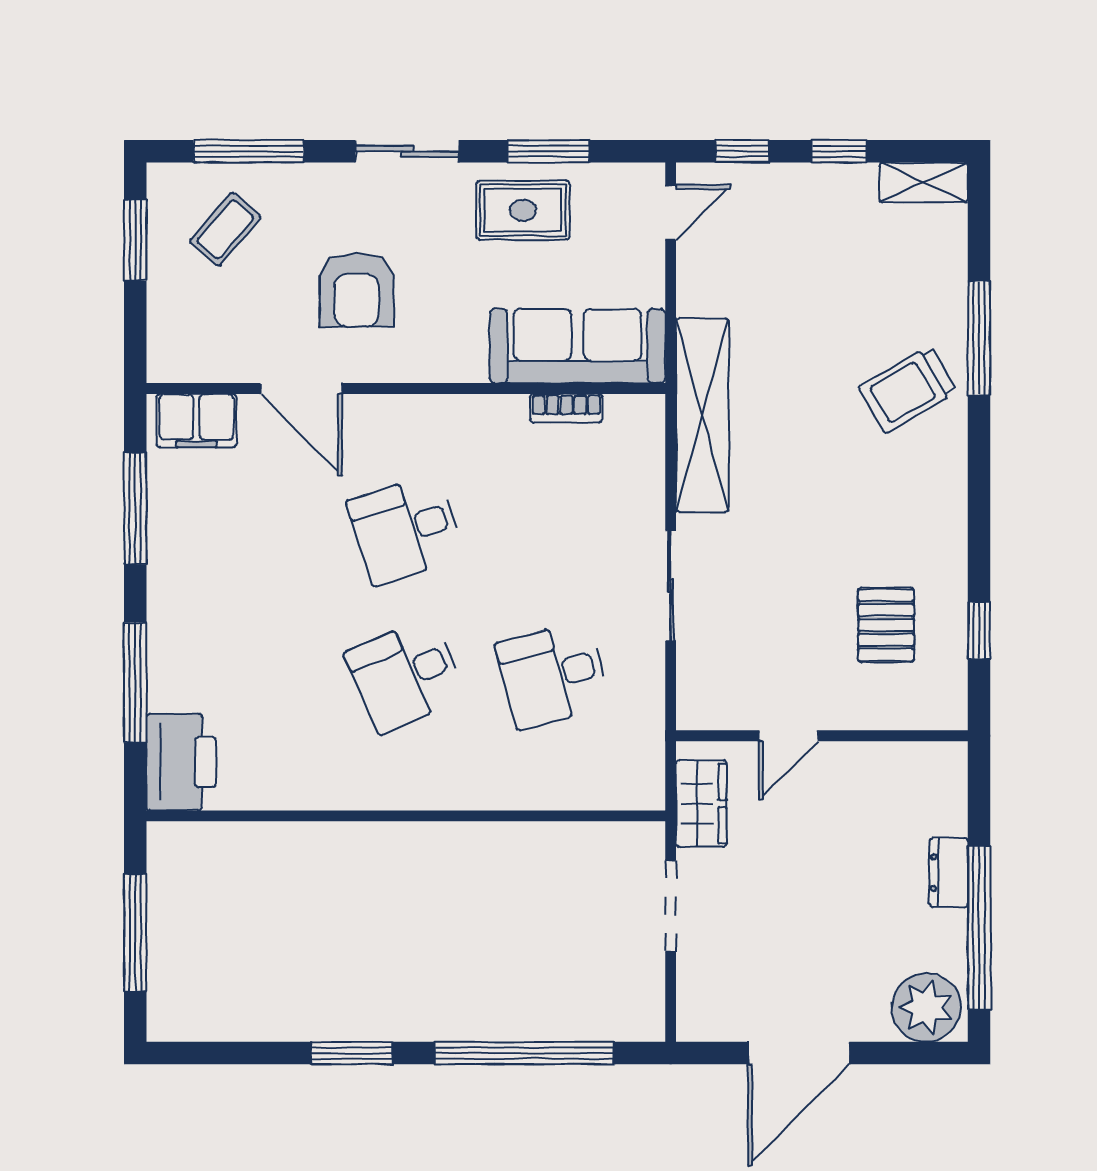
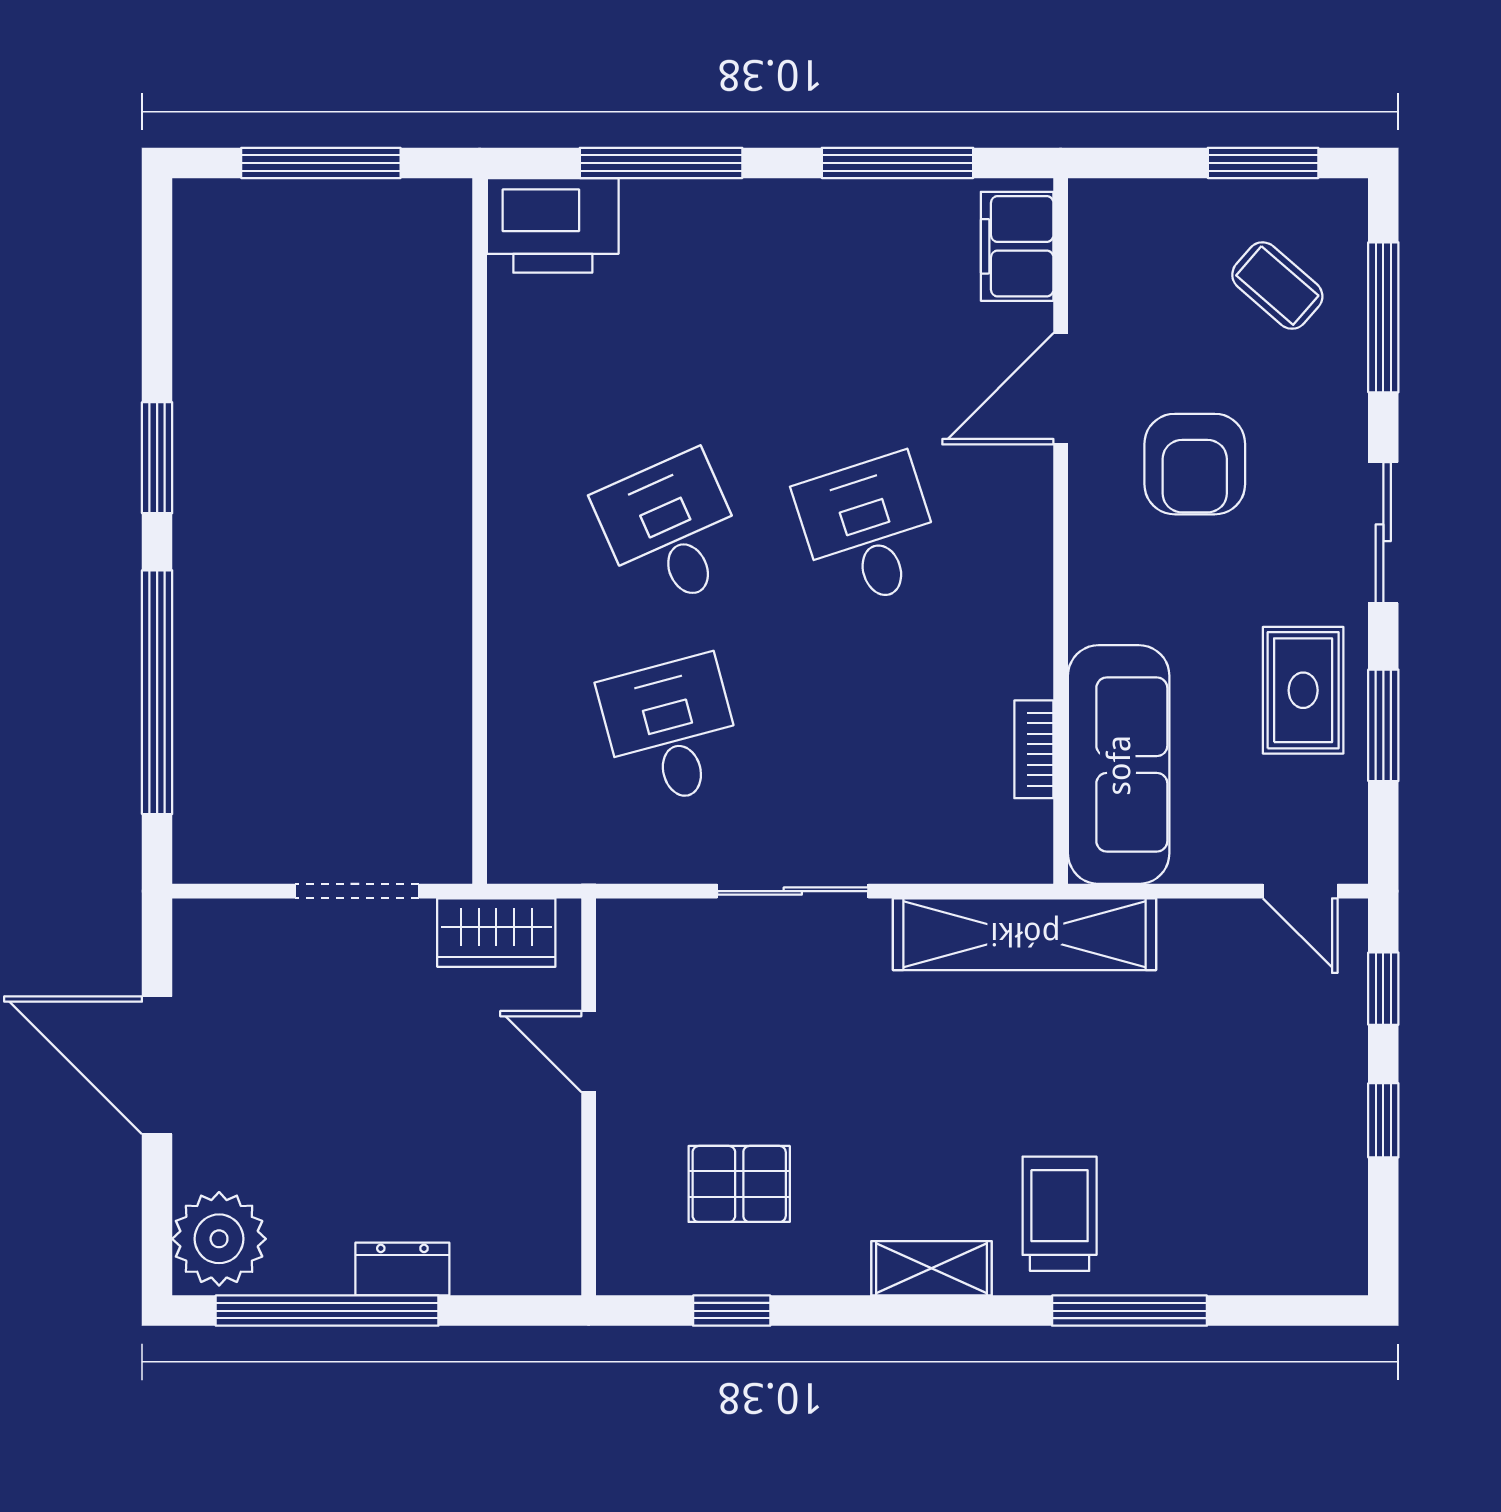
shelving: (924, 182) -> (931, 1268), moved, turned 90
armchair: (357, 290) -> (1195, 464), turned -90
trolley: (908, 389) -> (1060, 1214), turned 30

